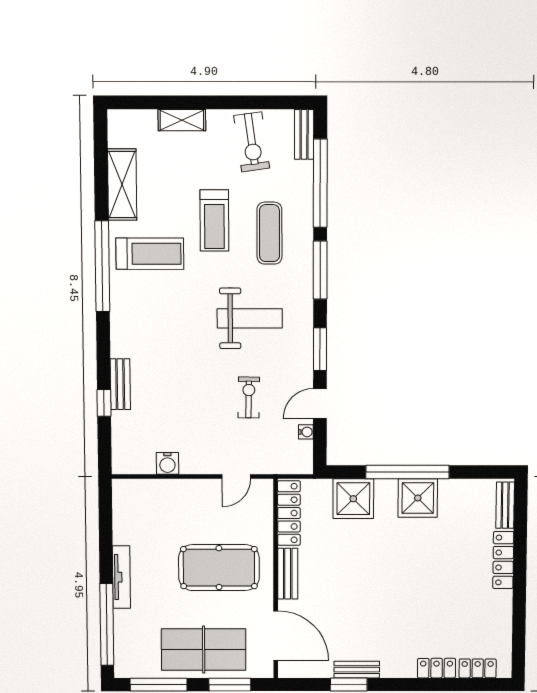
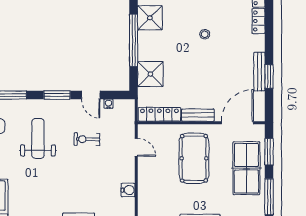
shower: (418, 498) -> (150, 18), moved
stool: (416, 584) -> (205, 34), added
bench: (357, 670) -> (259, 72), width x1.36

